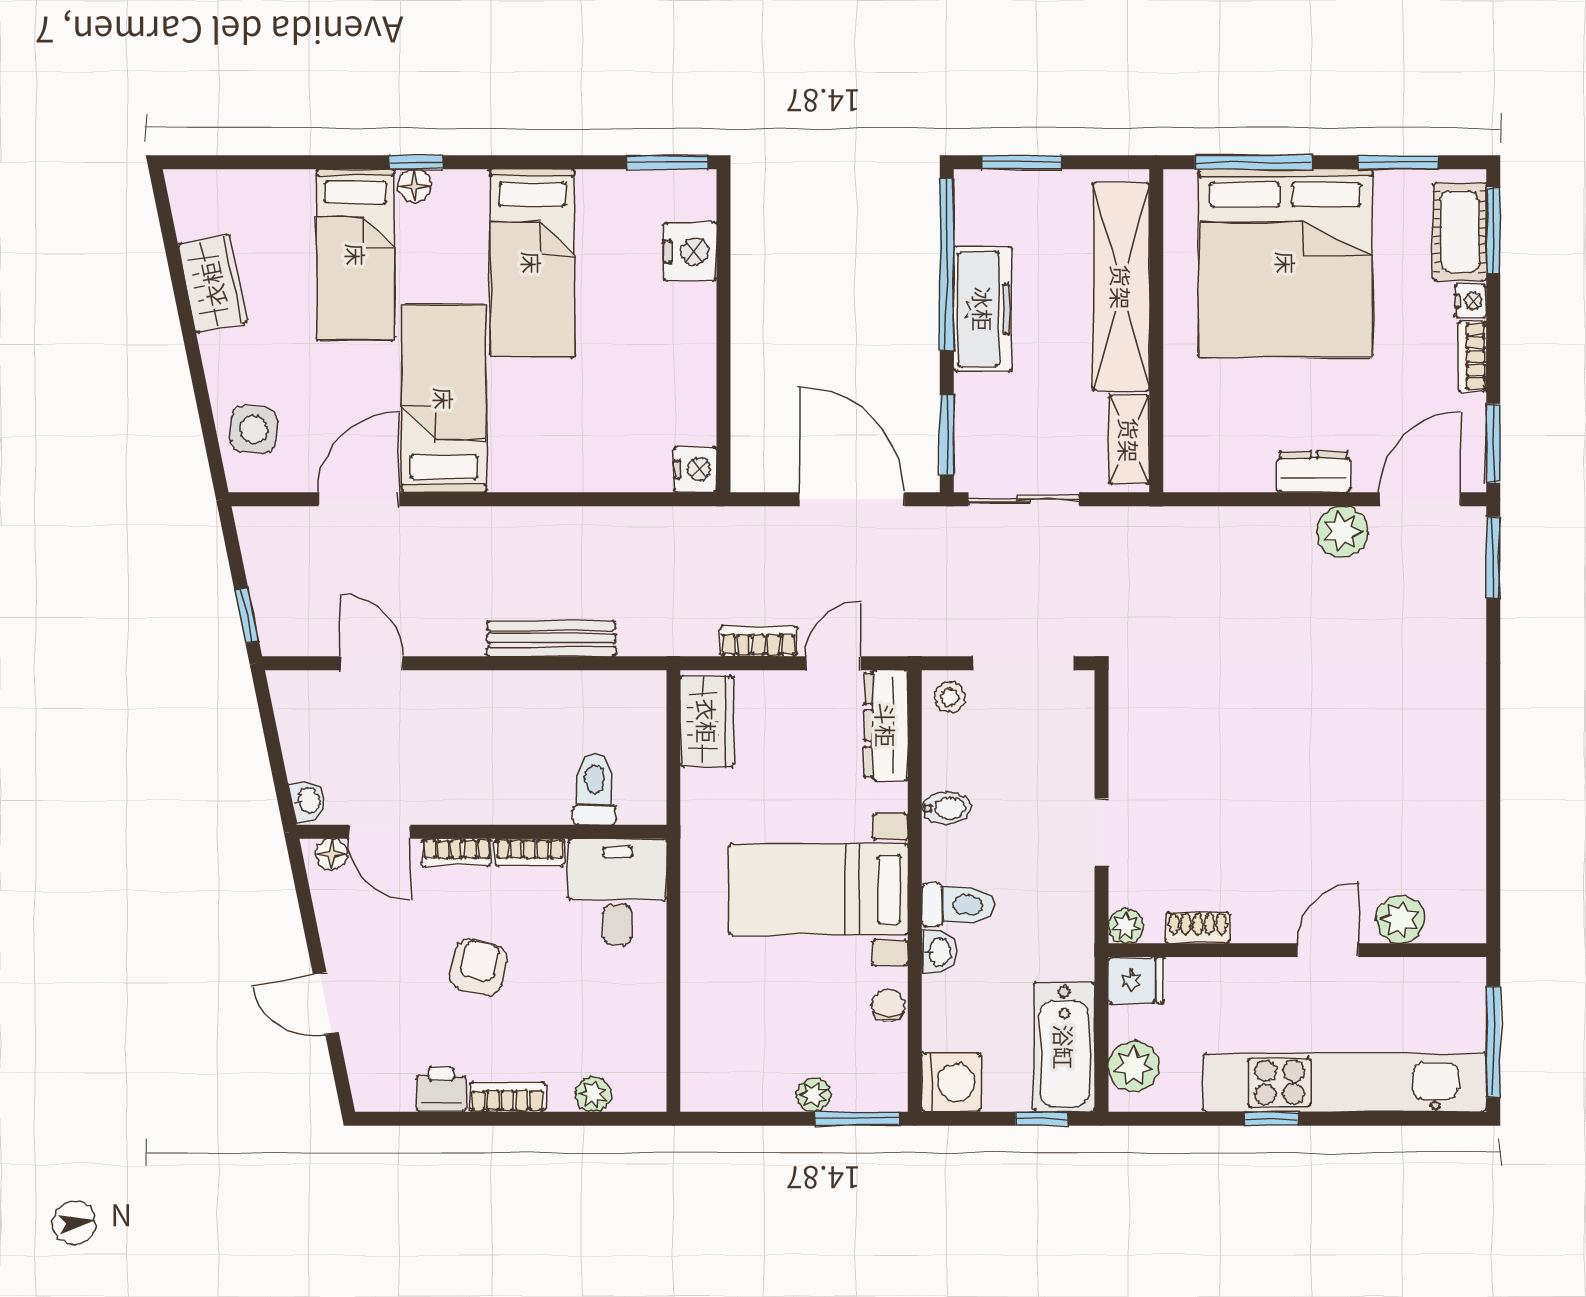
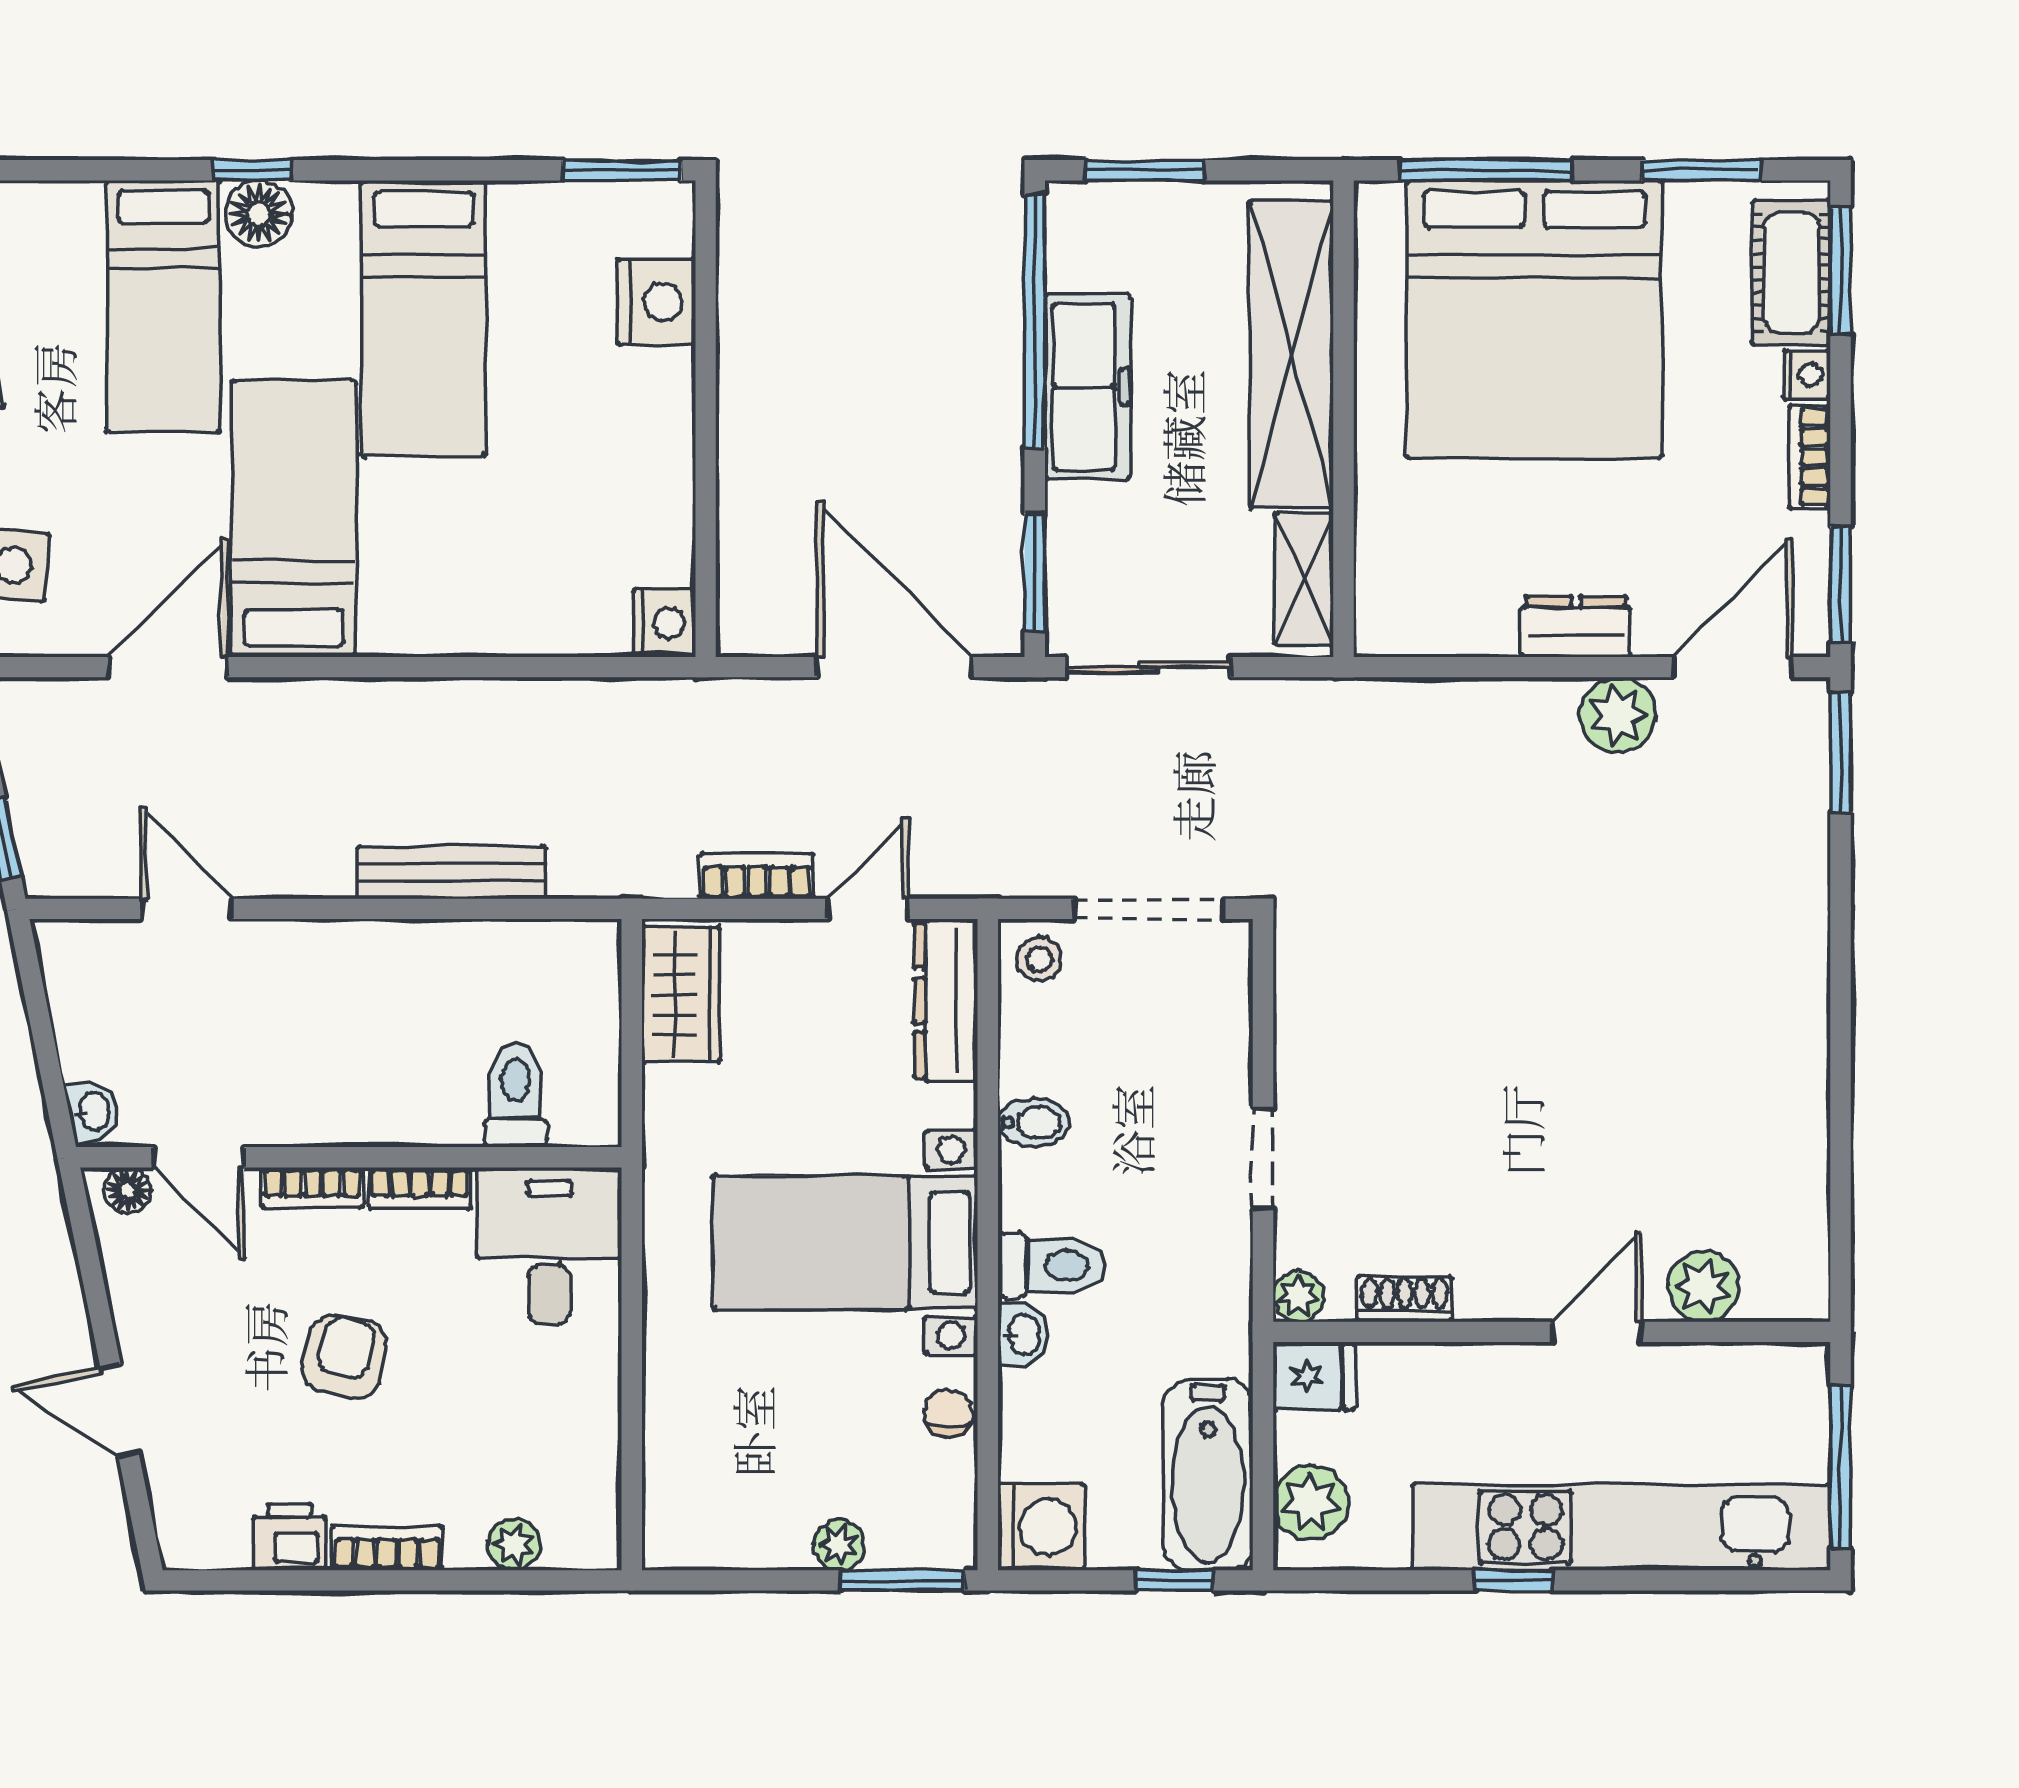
floor lamp: (414, 186) -> (259, 214), width x1.37, depth x1.37

